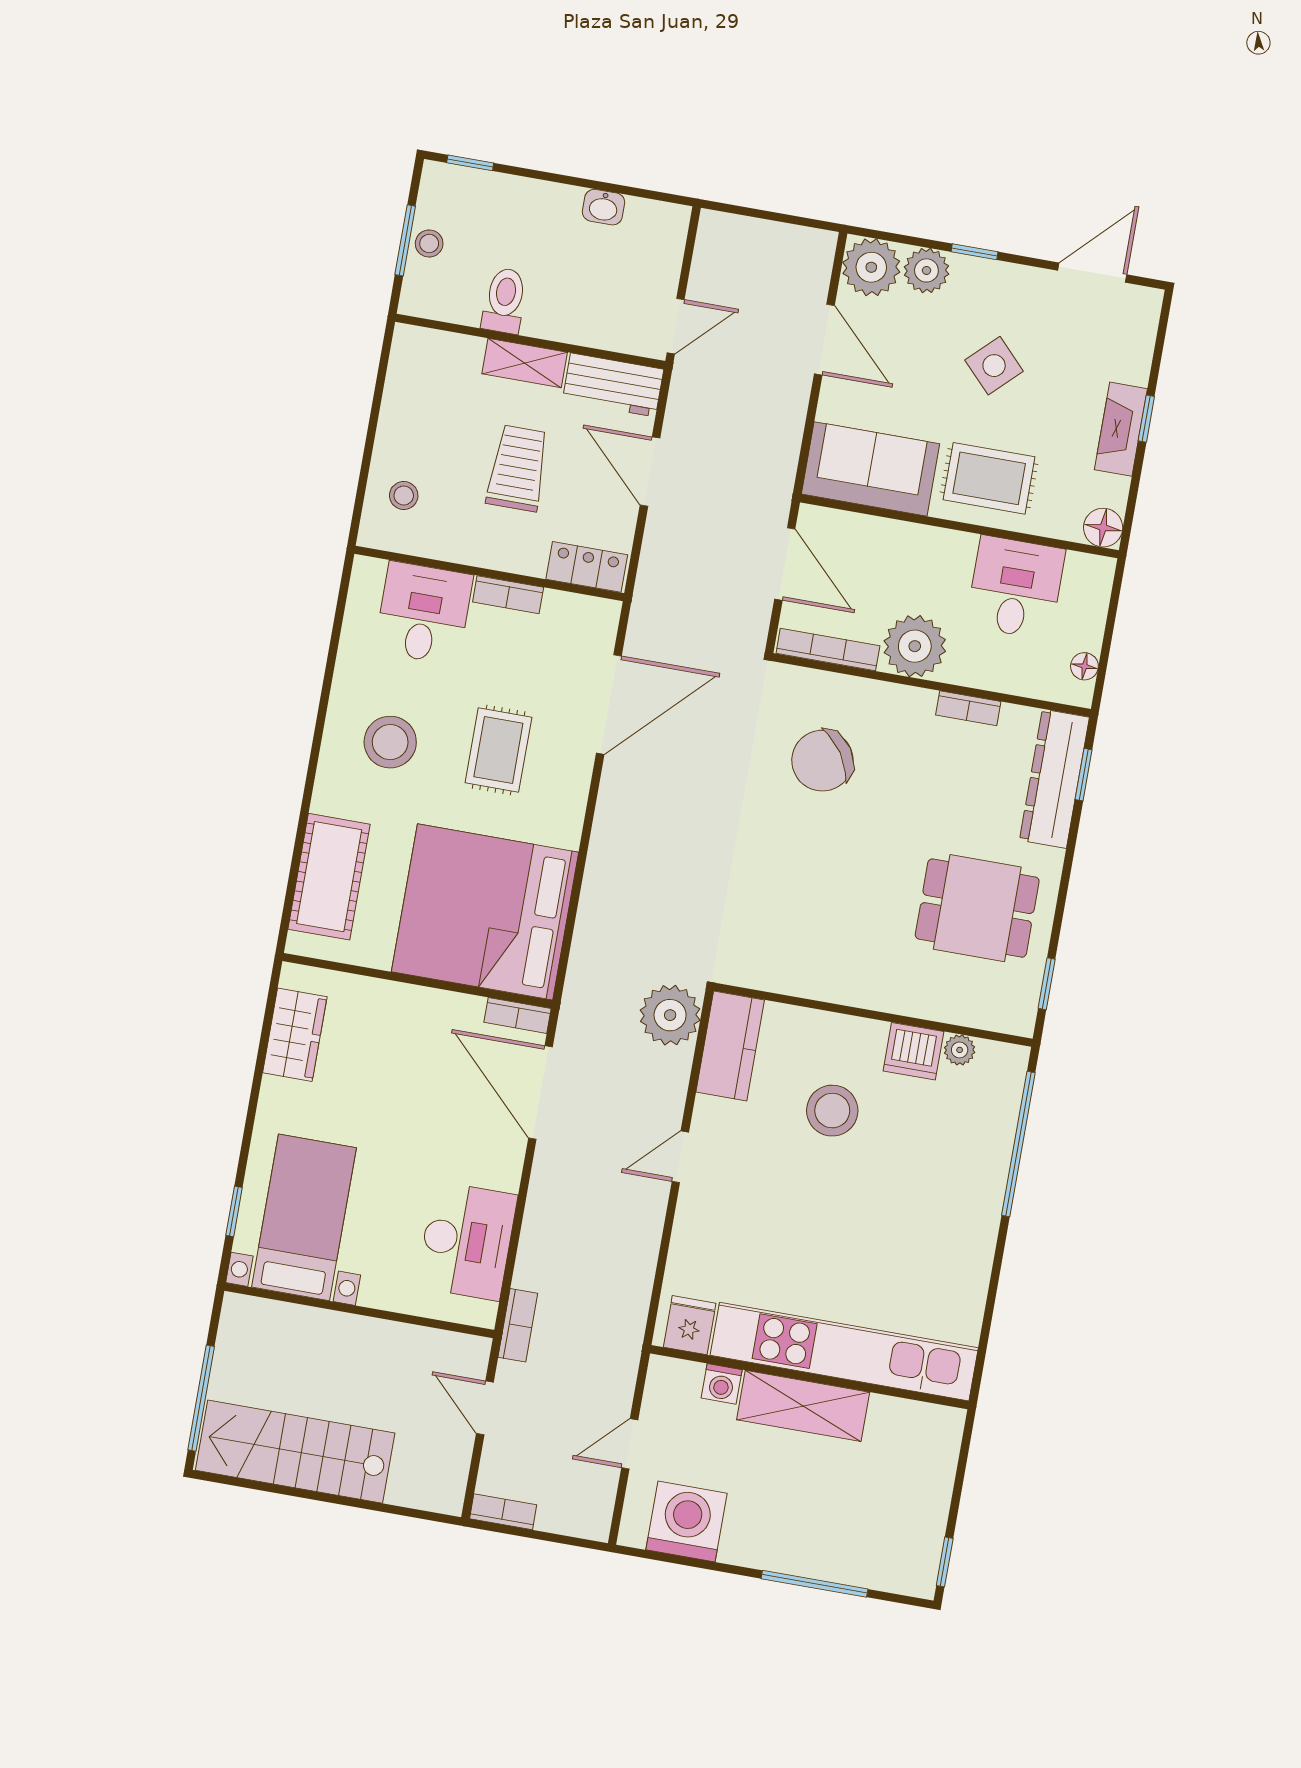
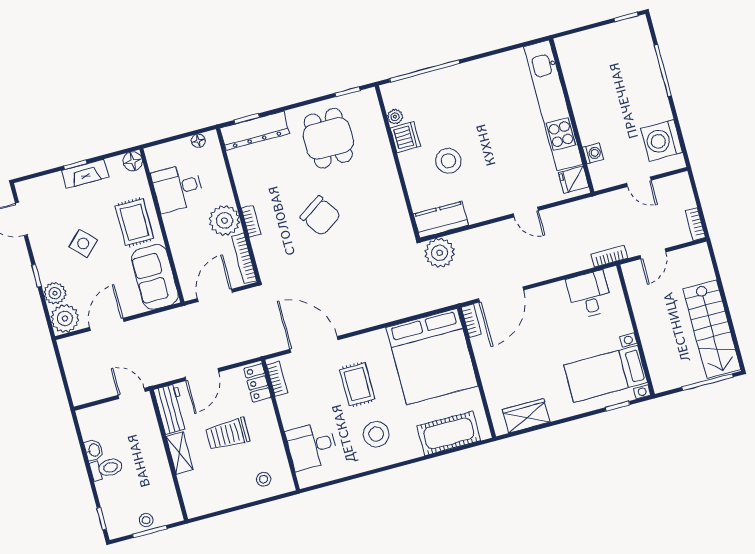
toilet: (504, 300) -> (106, 468), moved, turned 180
bookcase: (508, 595) -> (277, 379), moved
bookcase: (968, 708) -> (251, 221), moved
rug: (498, 750) -> (357, 384), turned 90
chair: (822, 761) -> (320, 216), moved
door: (680, 1157) -> (526, 212), moved
desk: (467, 1241) -> (589, 295), width x0.73
shelving: (803, 1406) -> (586, 112), removed

